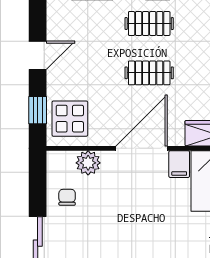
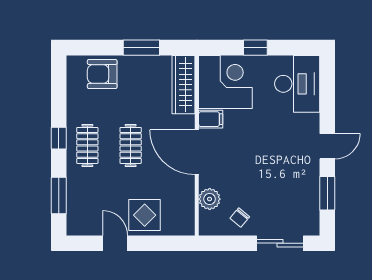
window: (38, 110) -> (163, 243), removed
display table: (70, 119) -> (145, 215), moved
chair: (67, 197) -> (240, 217), turned -50

